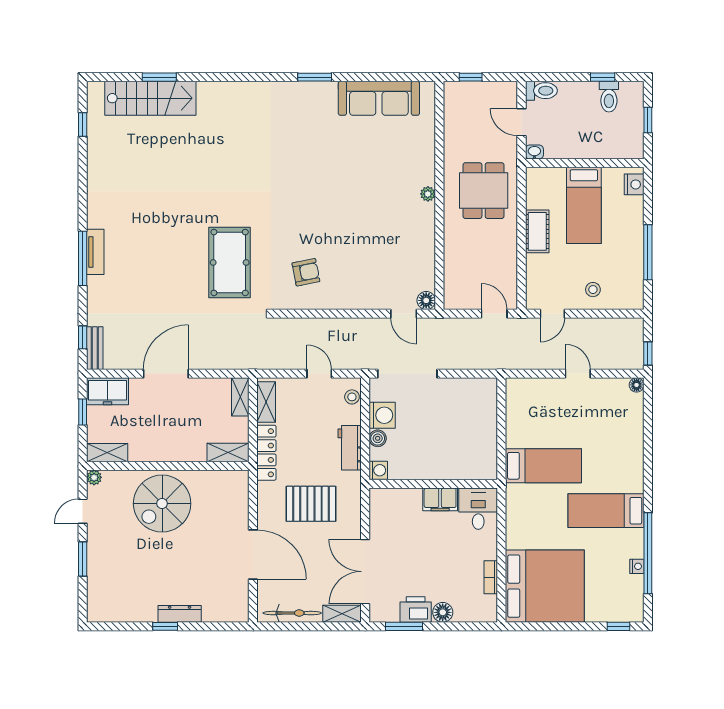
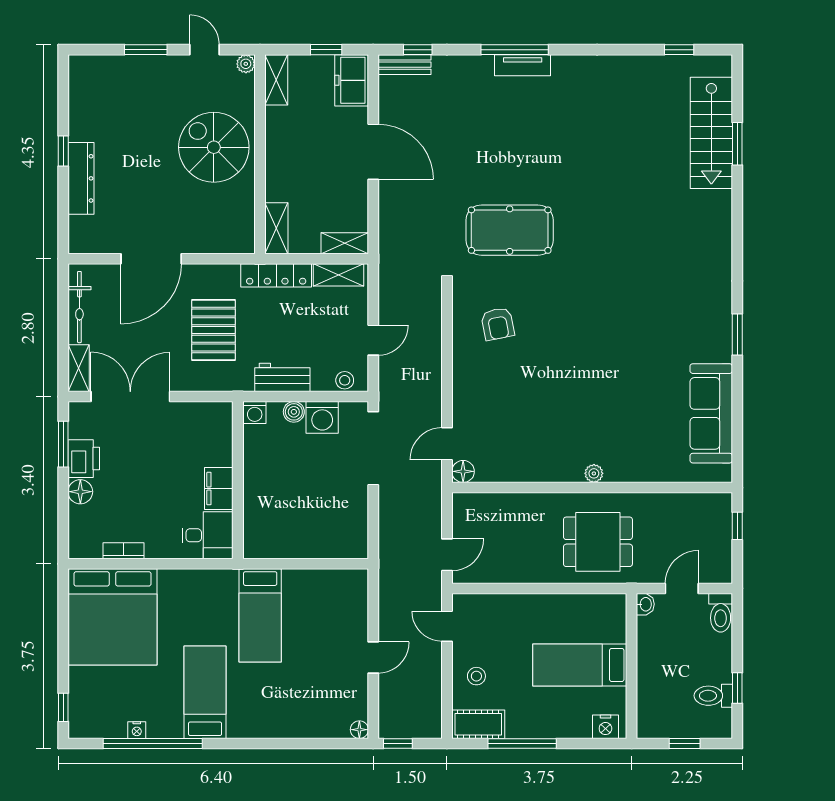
cot: (537, 231) -> (478, 724), moved
dresser: (180, 614) -> (81, 178), width x1.37, depth x1.24

